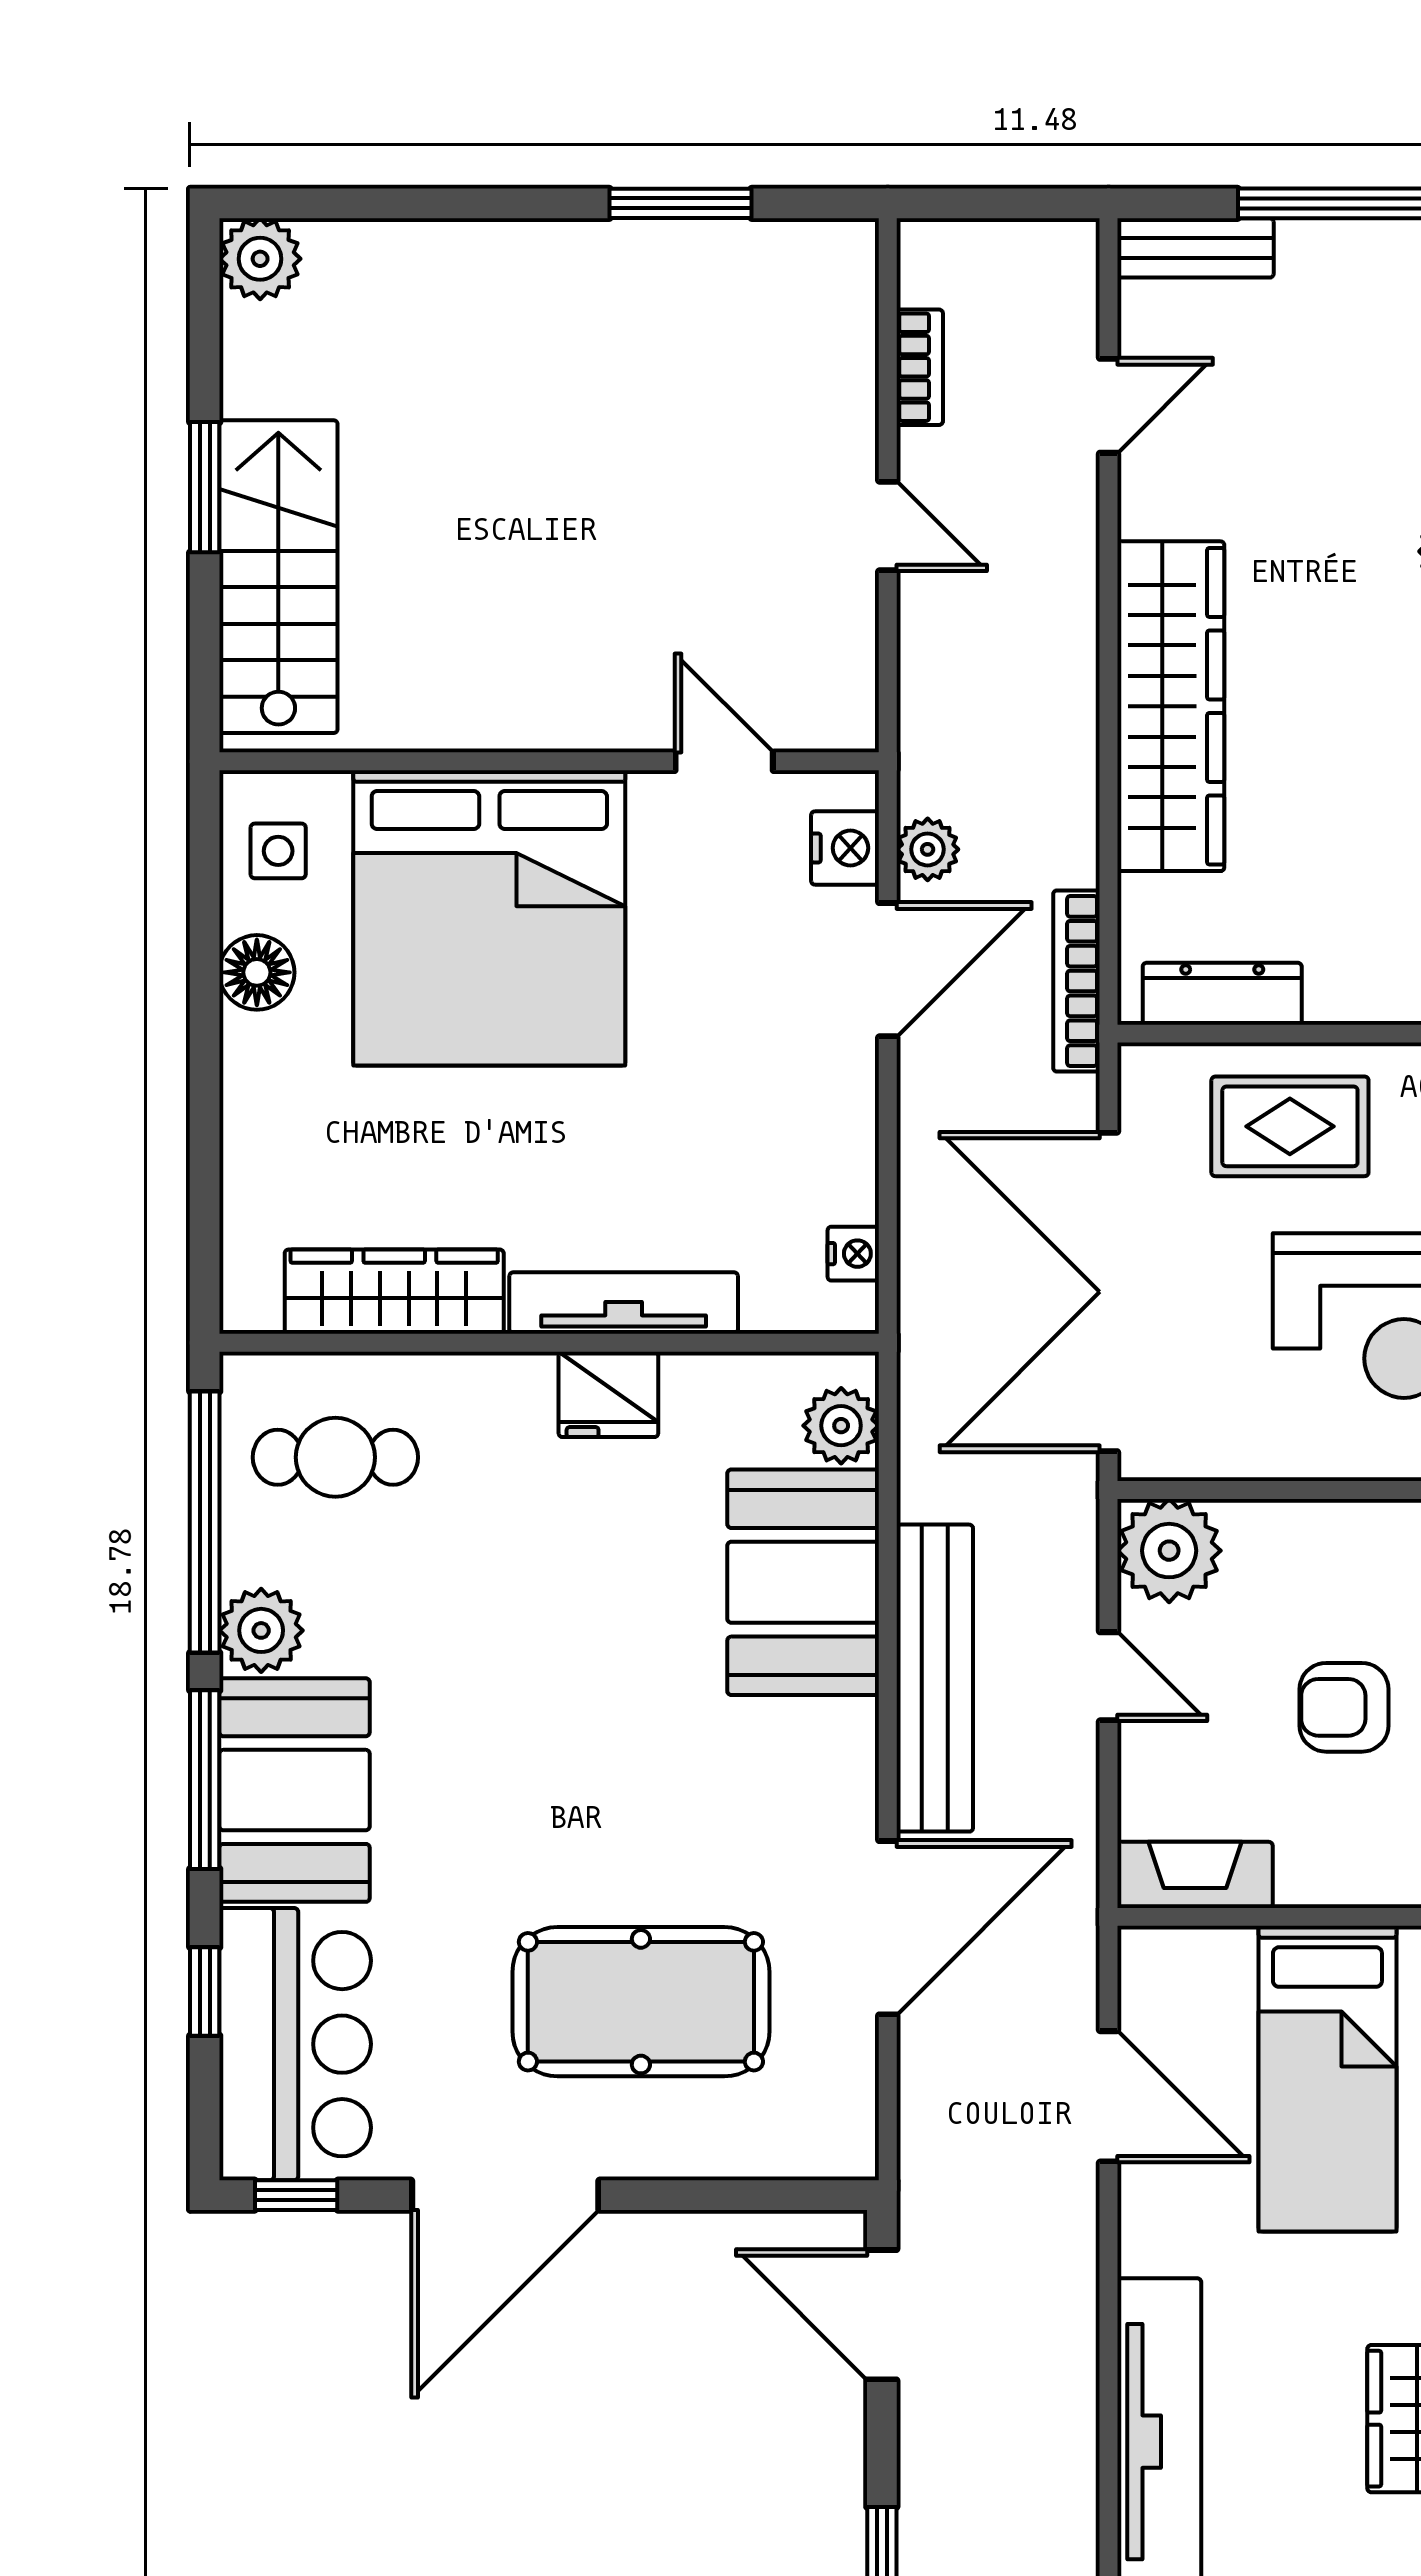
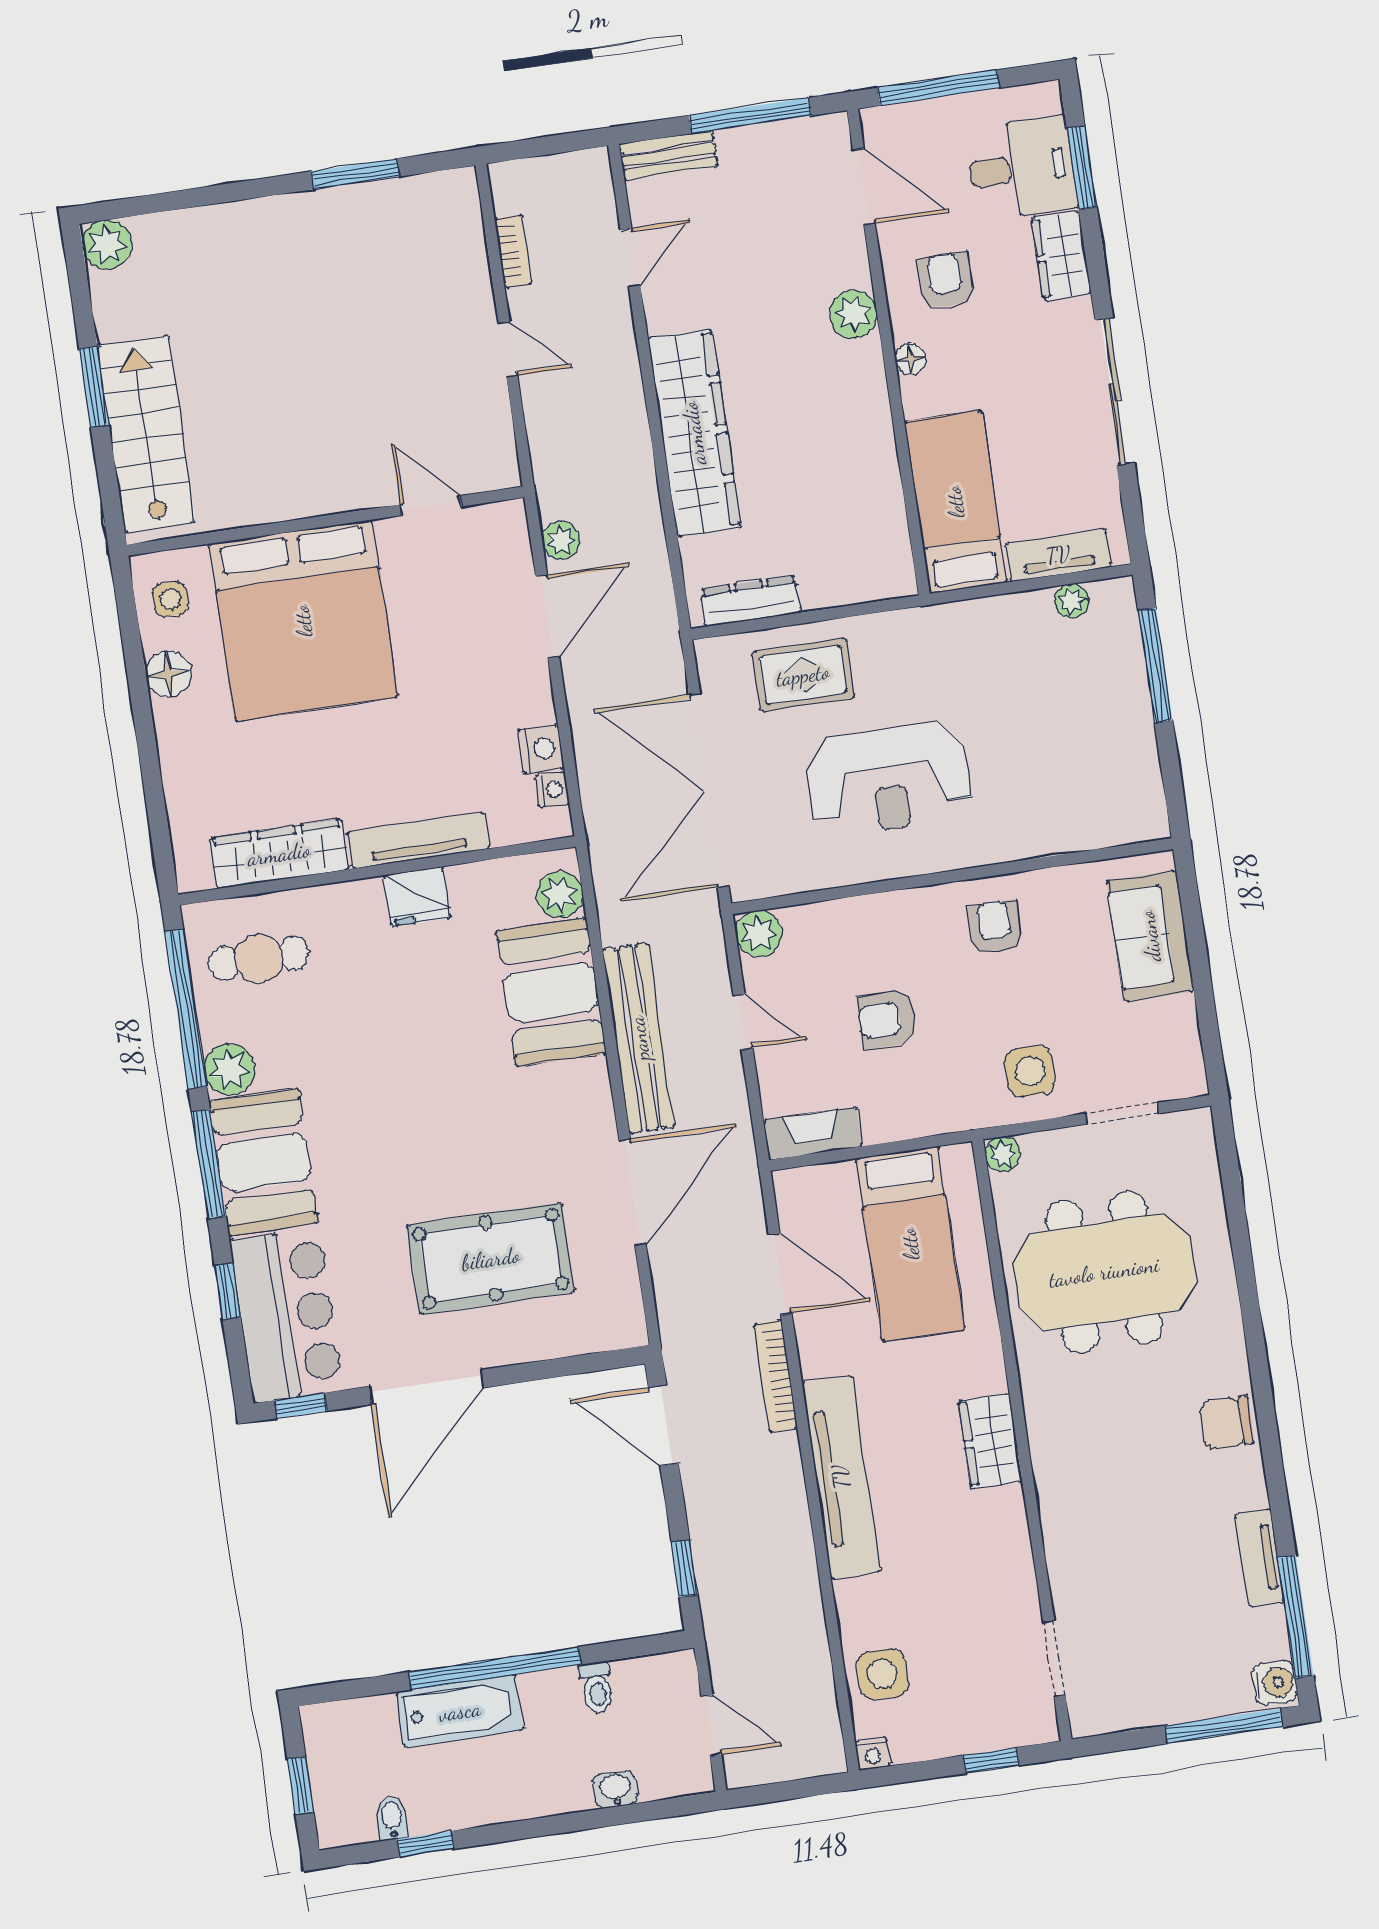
nightstand: (845, 848) -> (541, 749), moved
bookcase: (1076, 981) -> (776, 1376), moved
plant: (1169, 1551) -> (759, 934), width x0.73, depth x0.73

